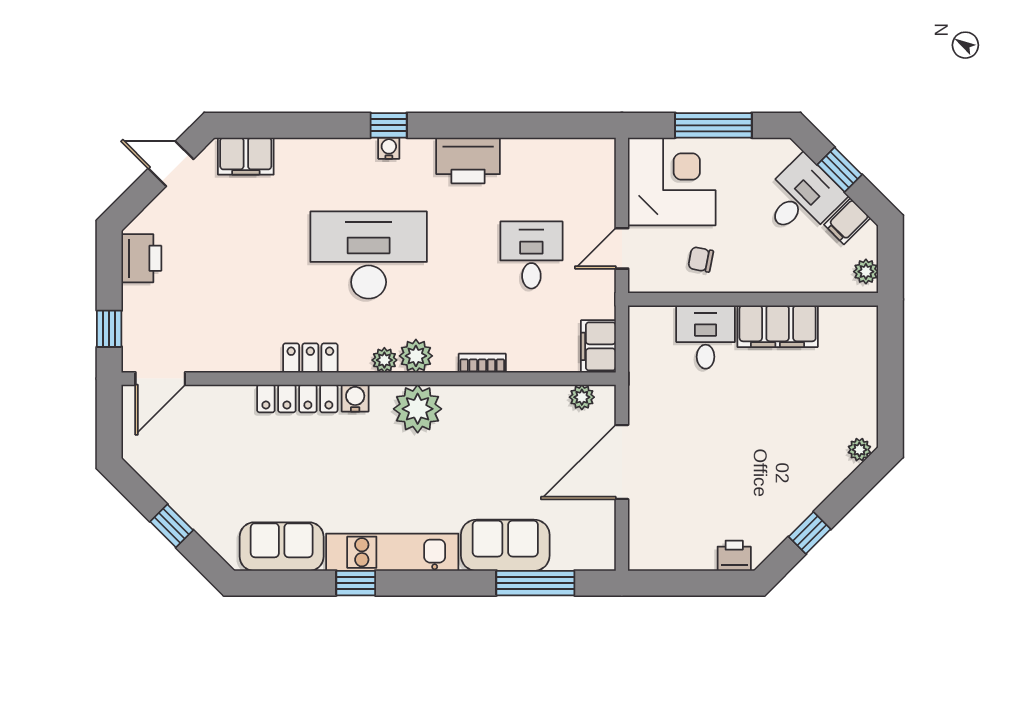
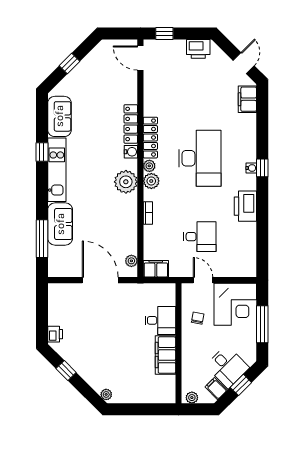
locker: (310, 358) -> (150, 138), width x1.53

